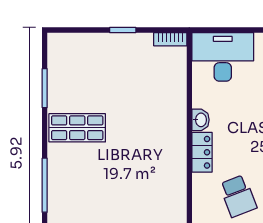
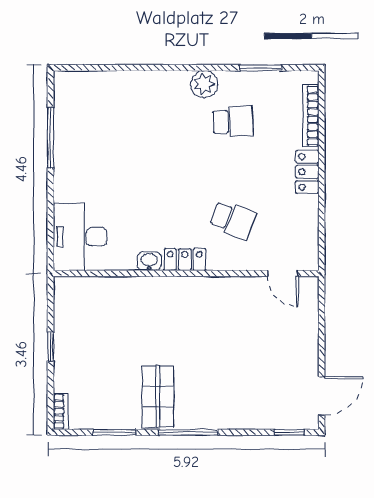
bookcase: (170, 39) -> (61, 411), moved
window: (45, 185) -> (188, 432), moved
school desk: (238, 196) -> (233, 220), turned 42

